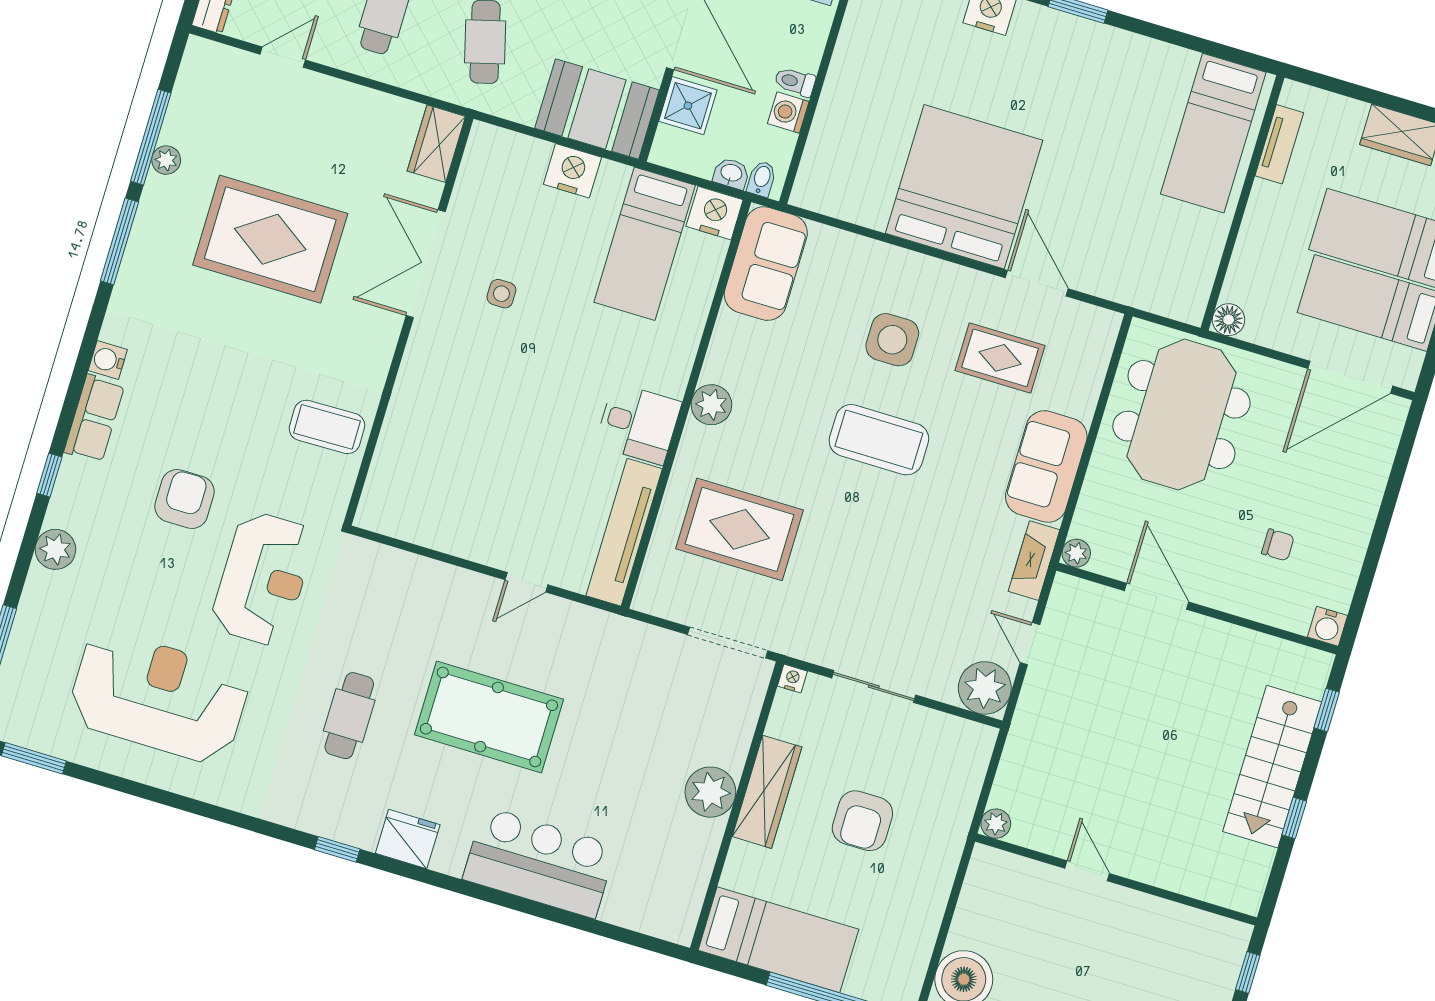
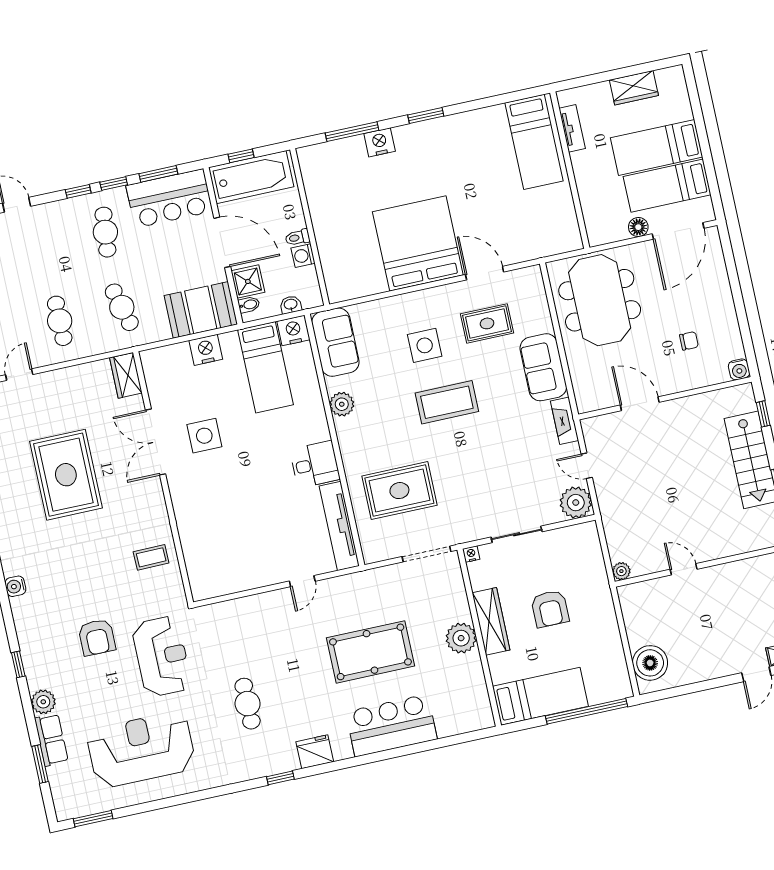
bidet: (762, 179) -> (249, 305), moved, turned 90
rug: (270, 239) -> (66, 475), turned 90
side table: (501, 294) -> (204, 436), width x1.87, depth x1.87
floor lamp: (1229, 320) -> (638, 227), moved
plant: (711, 405) -> (342, 404), moved
row of seats: (94, 418) -> (51, 740), moved
coffee table: (327, 427) -> (151, 557), width x0.73, depth x0.77
armchair: (184, 499) -> (97, 637), turned 180
plant: (1076, 553) -> (585, 404), removed
pool table: (489, 717) -> (370, 652), moved

